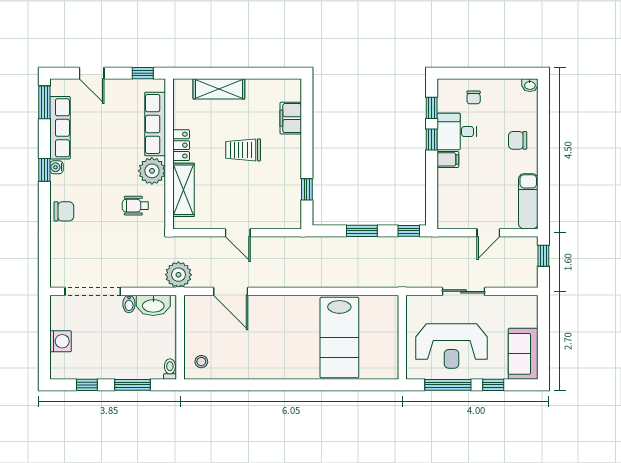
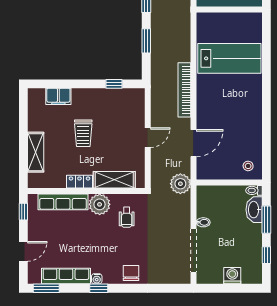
bookcase: (299, 280) -> (184, 90), added
washbasin: (153, 305) -> (254, 210), moved, turned 180

